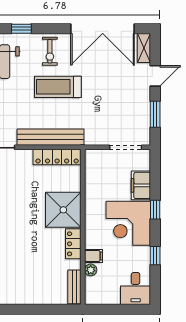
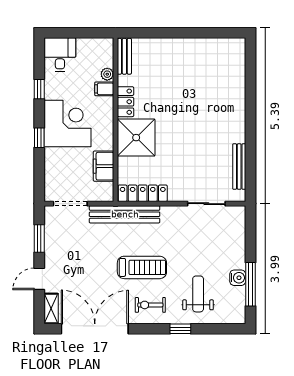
exercise bike: (50, 51) -> (150, 305), turned -90
bench: (50, 137) -> (125, 214), moved
filing cabinet: (141, 185) -> (103, 166), moved, turned 180

